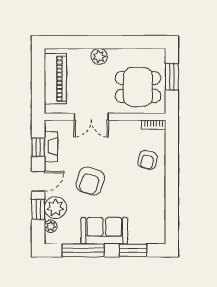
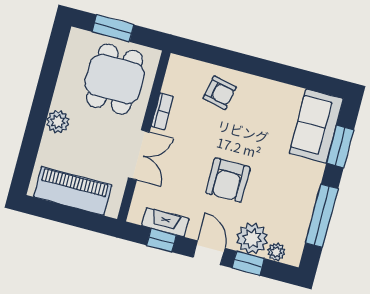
bookcase: (153, 125) -> (162, 111), moved
armchair: (90, 181) -> (228, 180), turned 72
sofa: (104, 231) -> (316, 126), moved

